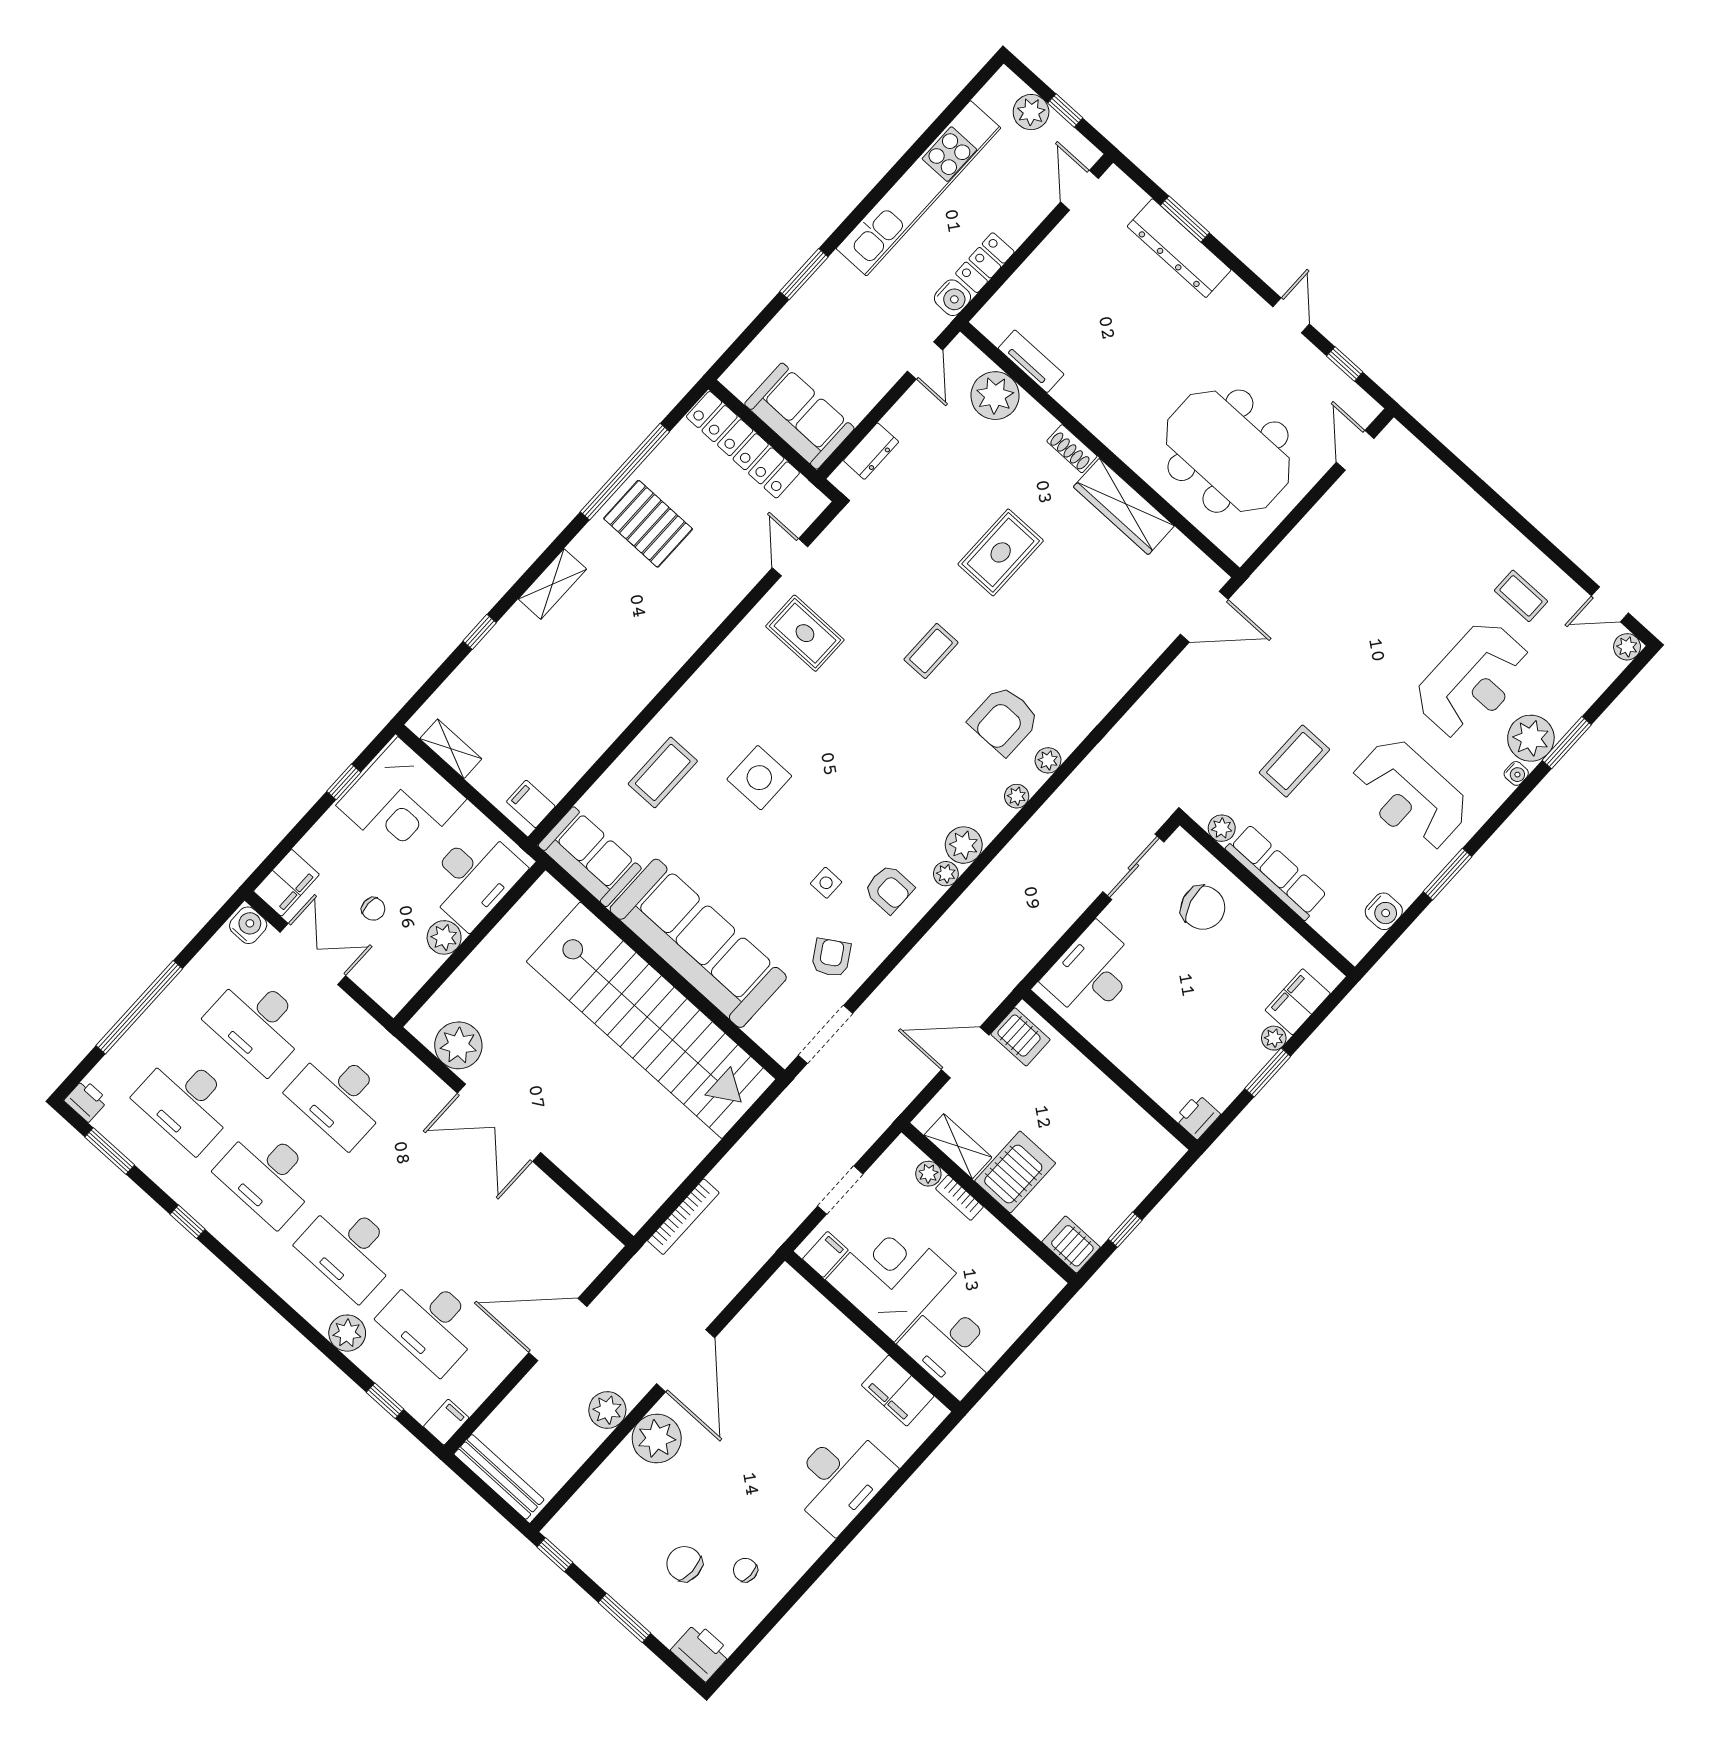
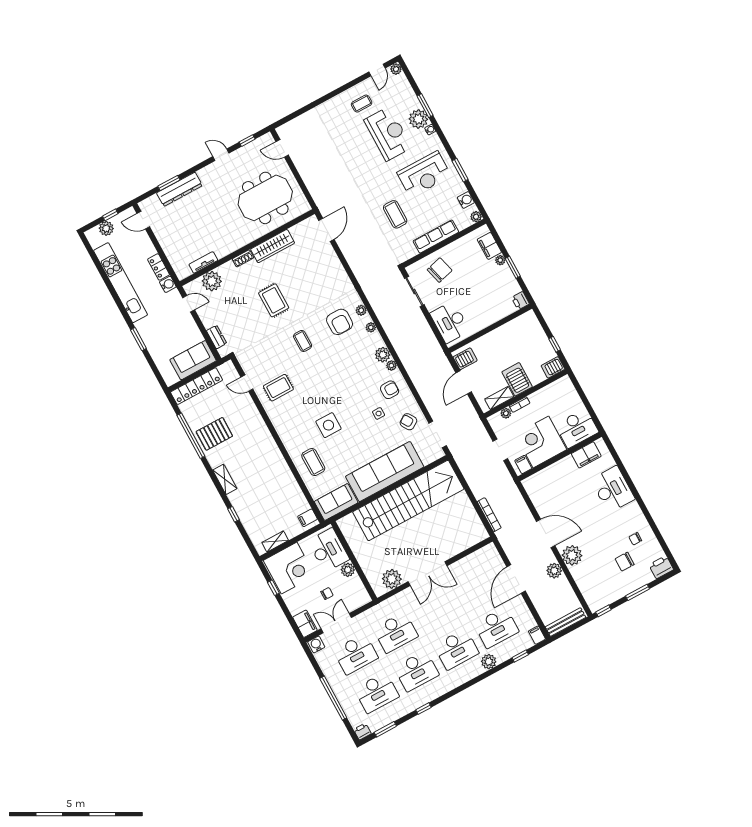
plant: (1222, 828) -> (476, 217), moved

